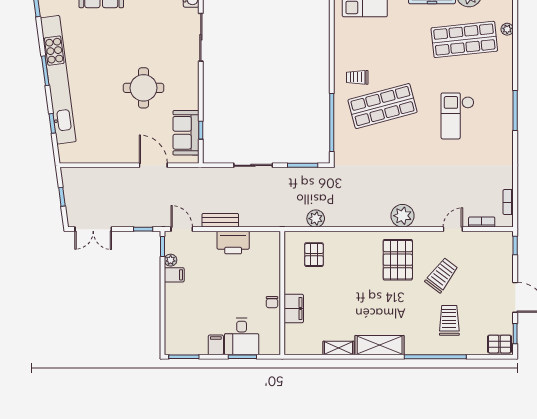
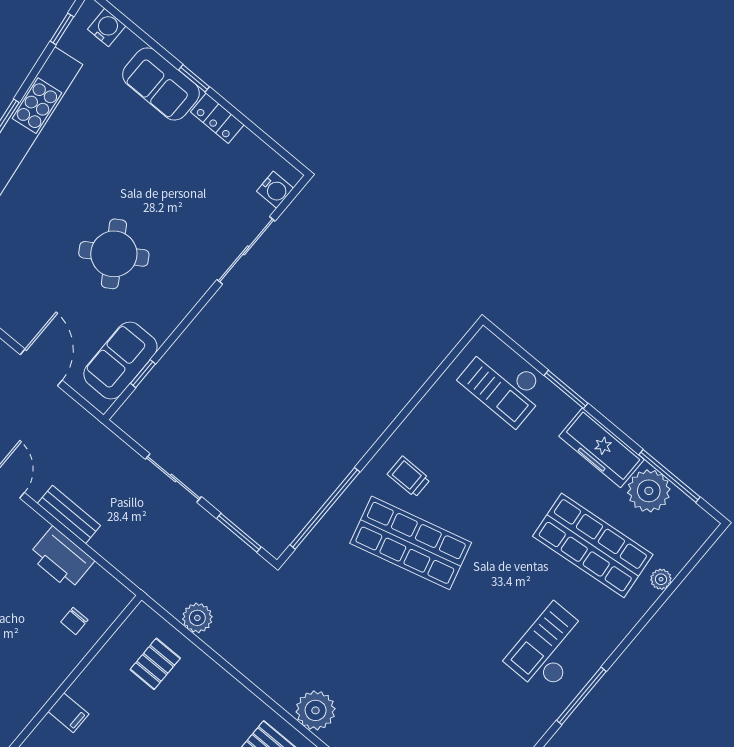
round table: (143, 88) -> (114, 254), turned -32
checkout: (457, 116) -> (550, 649), moved
chair: (272, 302) -> (74, 621), moved
filing cabinet: (294, 309) -> (68, 713), width x0.50

